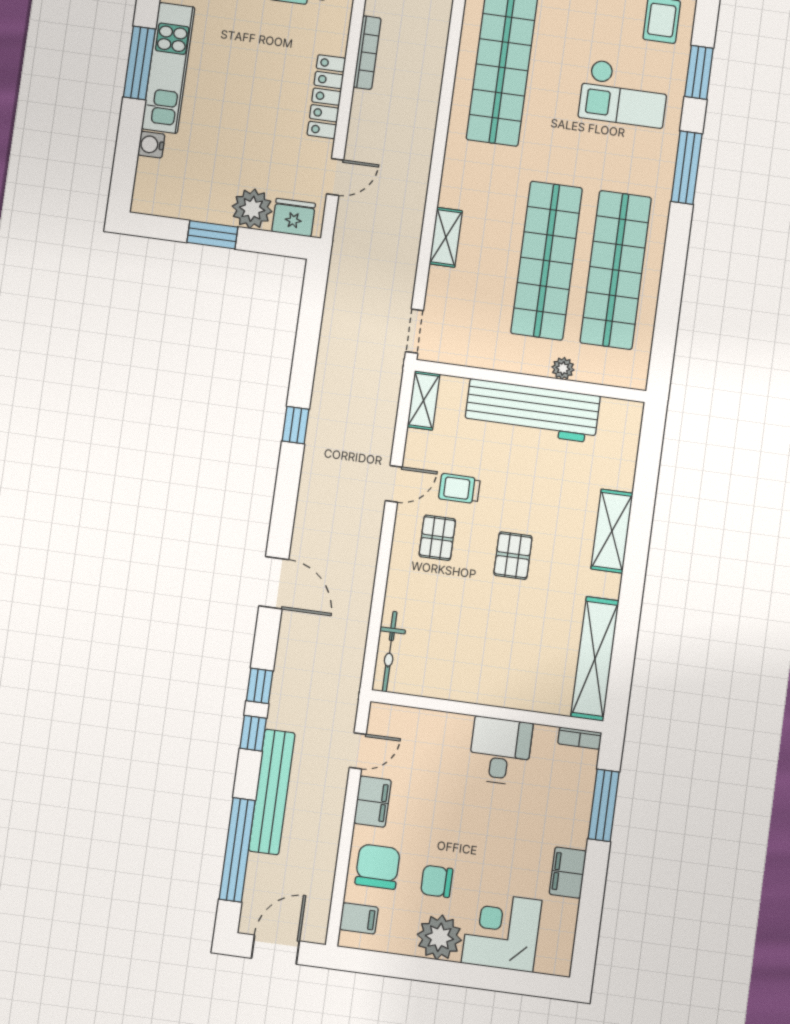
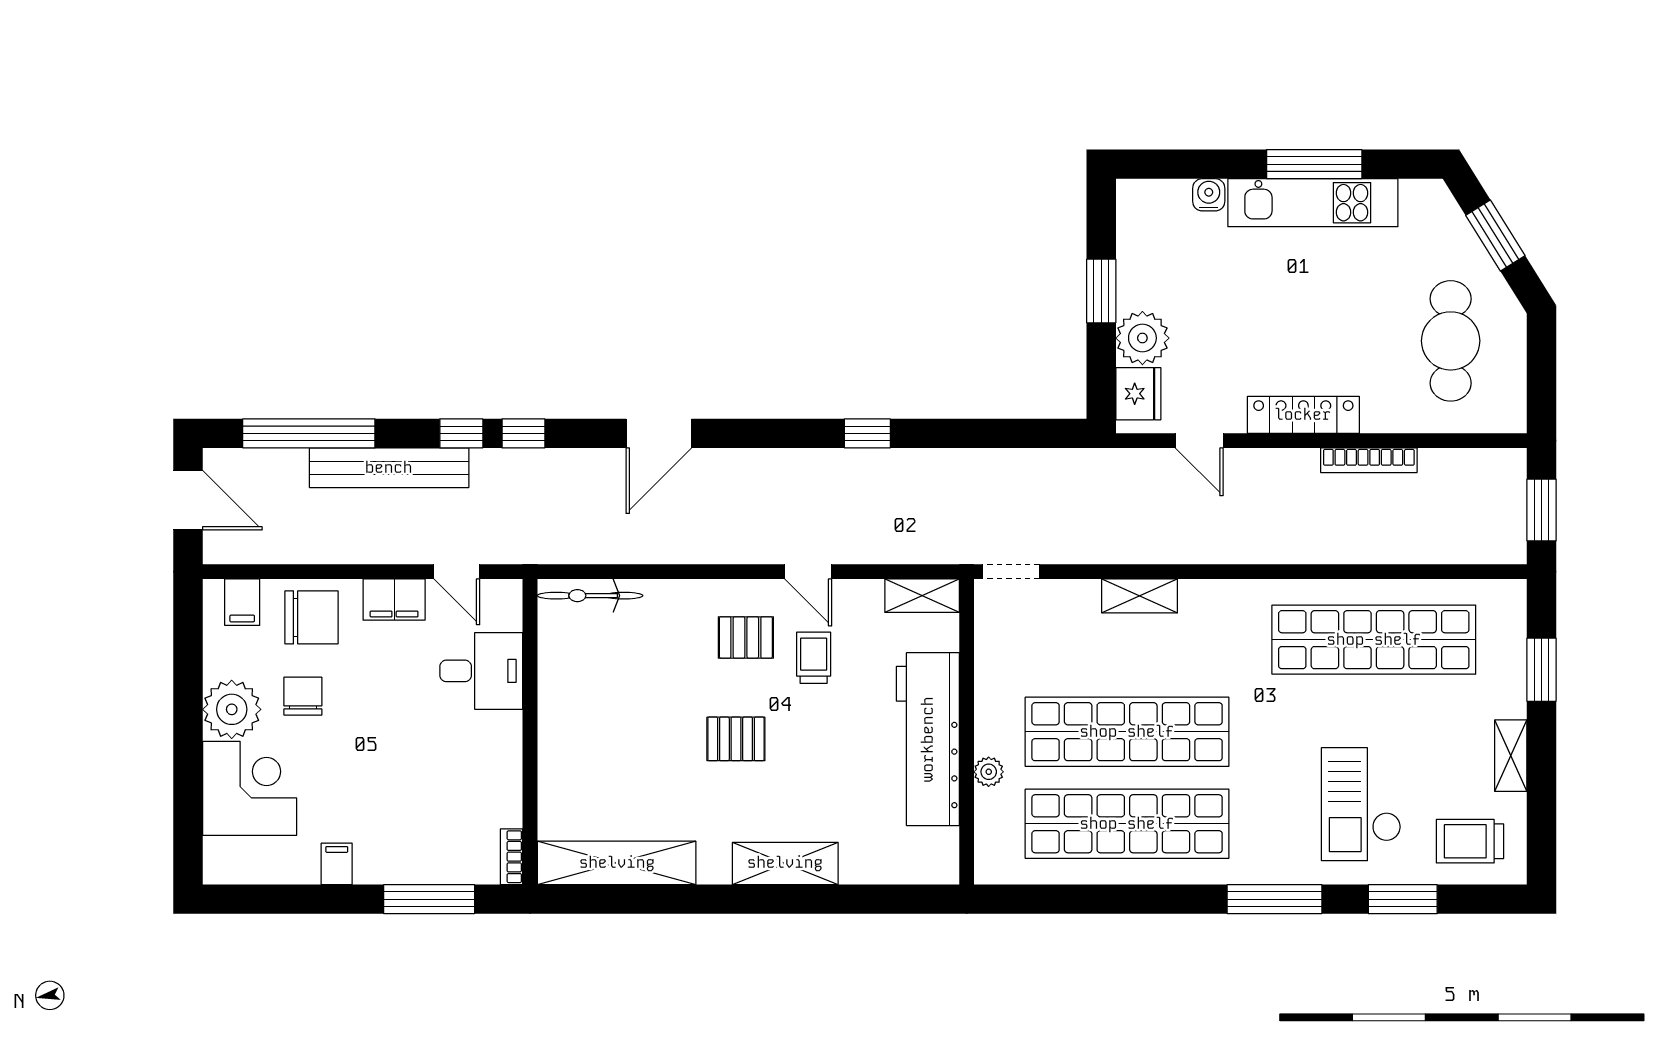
desk: (500, 751) -> (481, 671), moved
filing cabinet: (568, 873) -> (337, 864), width x0.50

